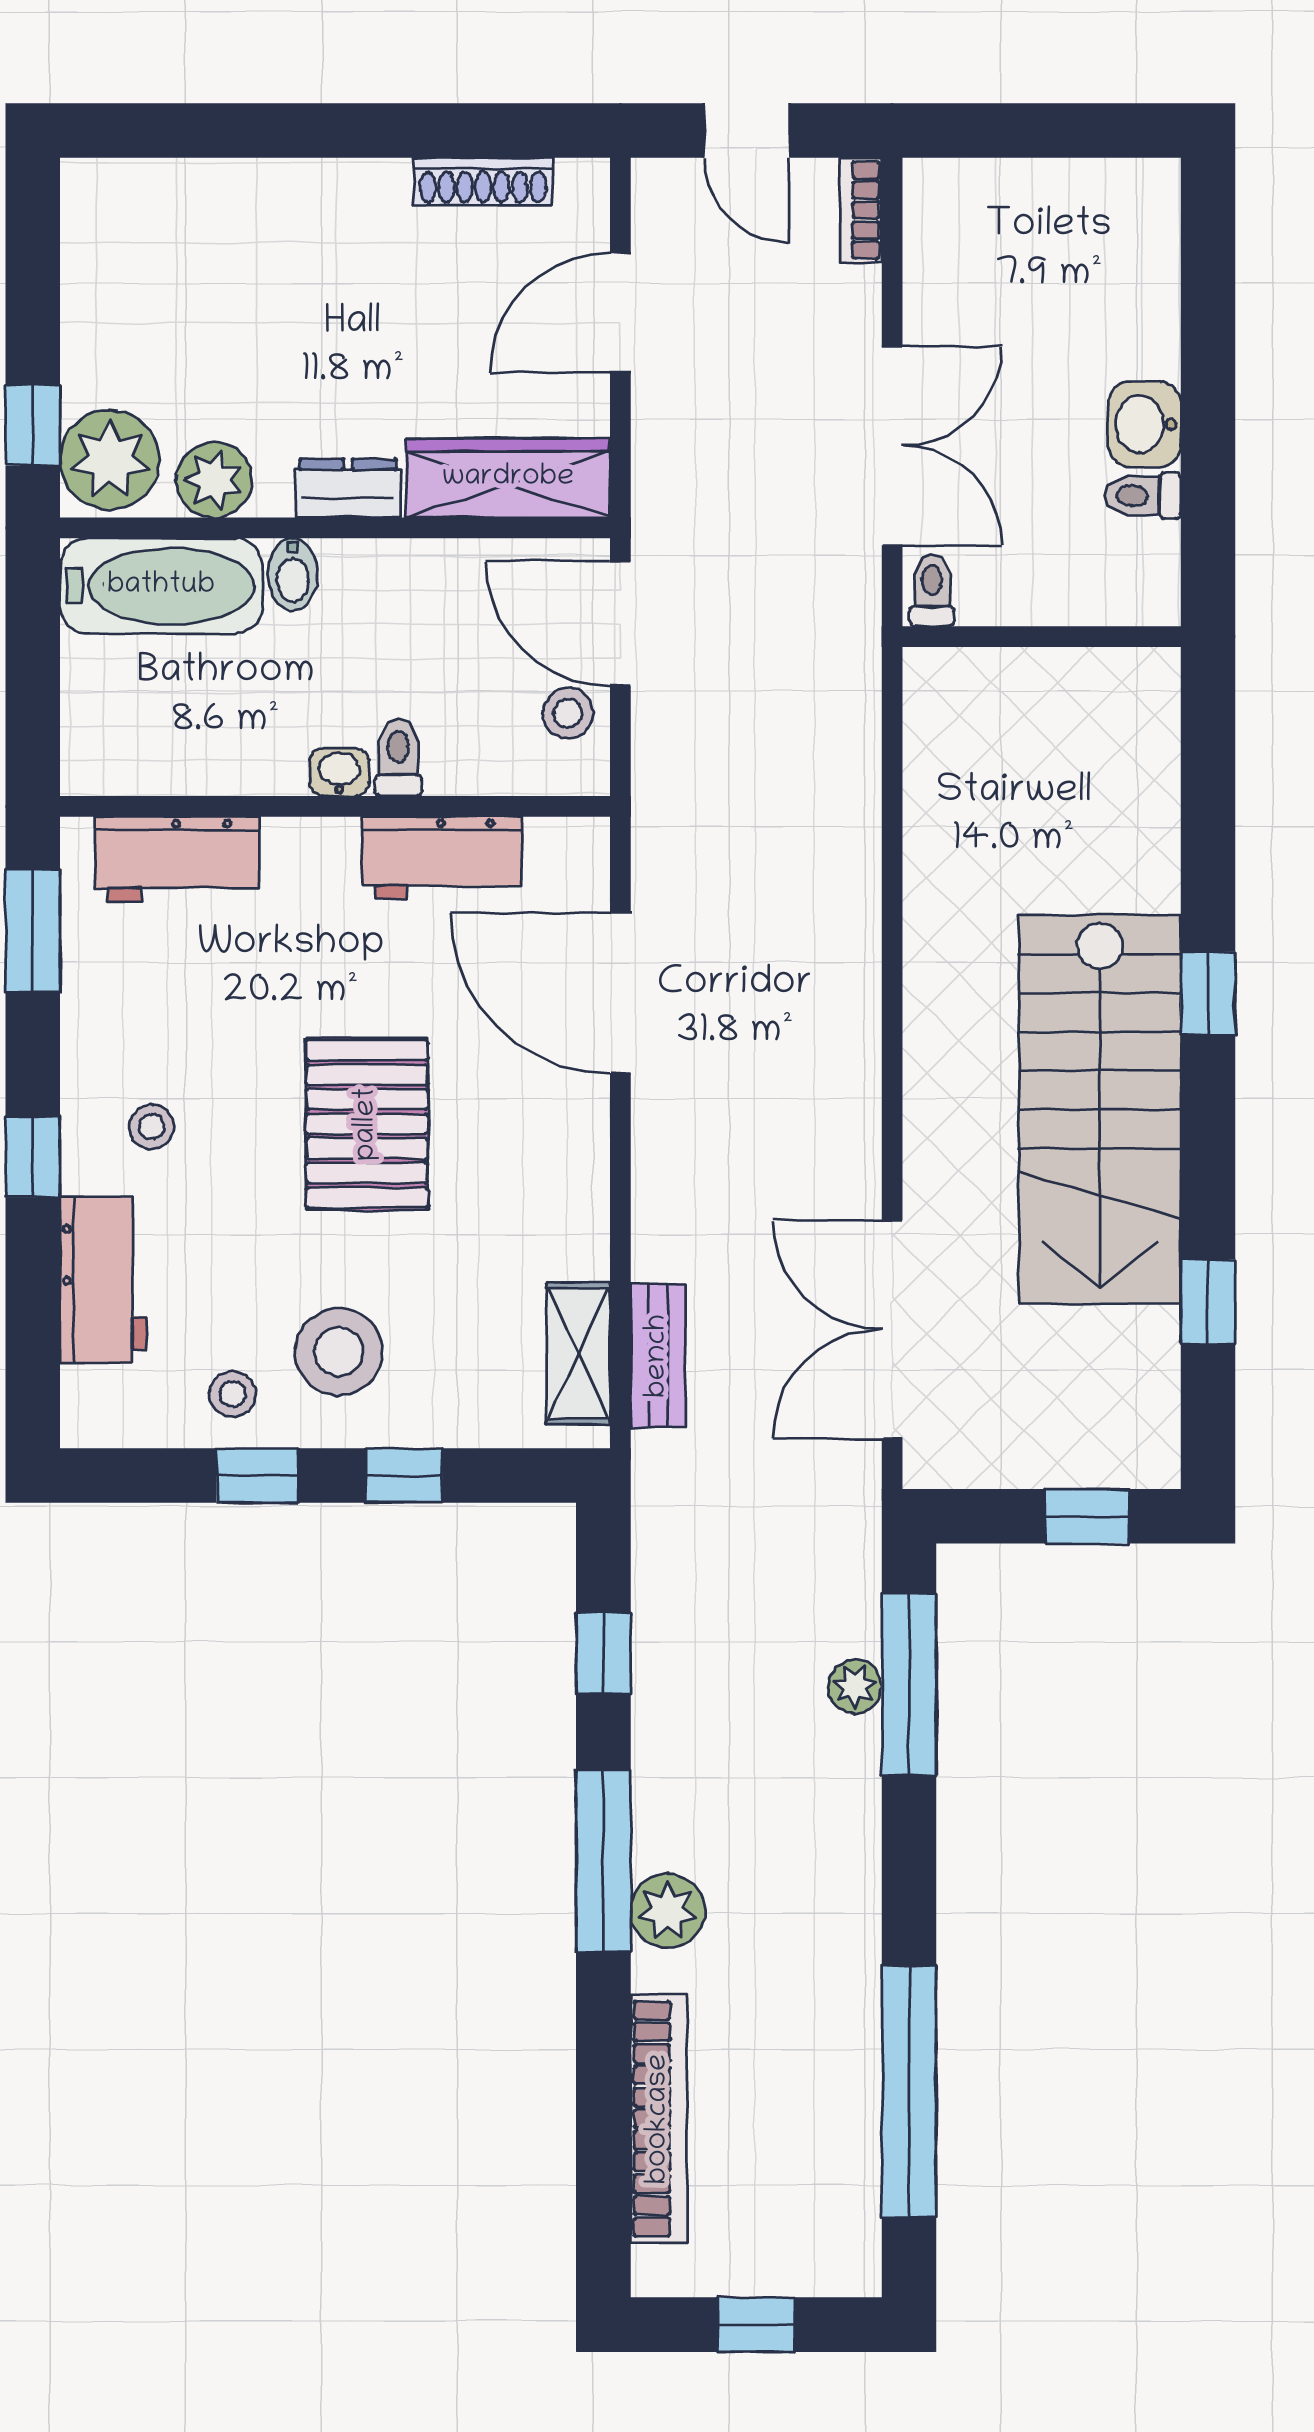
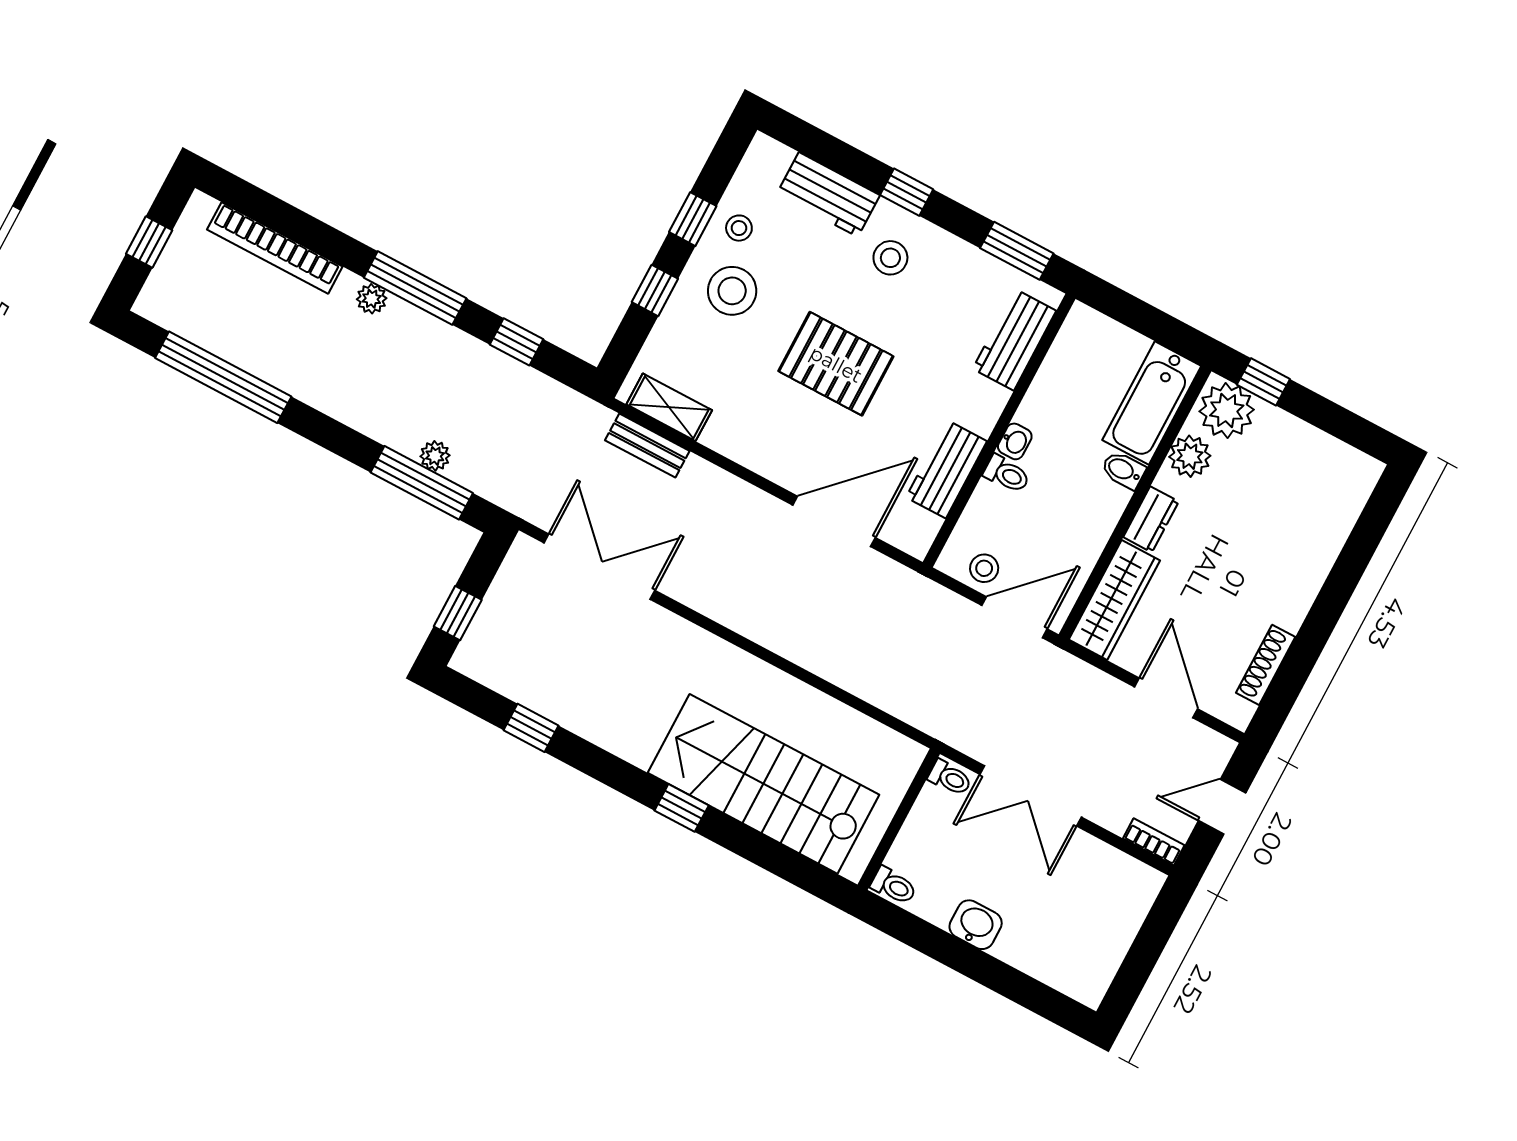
toilet: (1143, 496) -> (894, 886), moved, turned 90
stairs: (1100, 1110) -> (763, 784), moved
stool: (151, 1127) -> (890, 258), width x1.37, depth x1.37
plant: (668, 1911) -> (372, 299), width x0.73, depth x0.73

